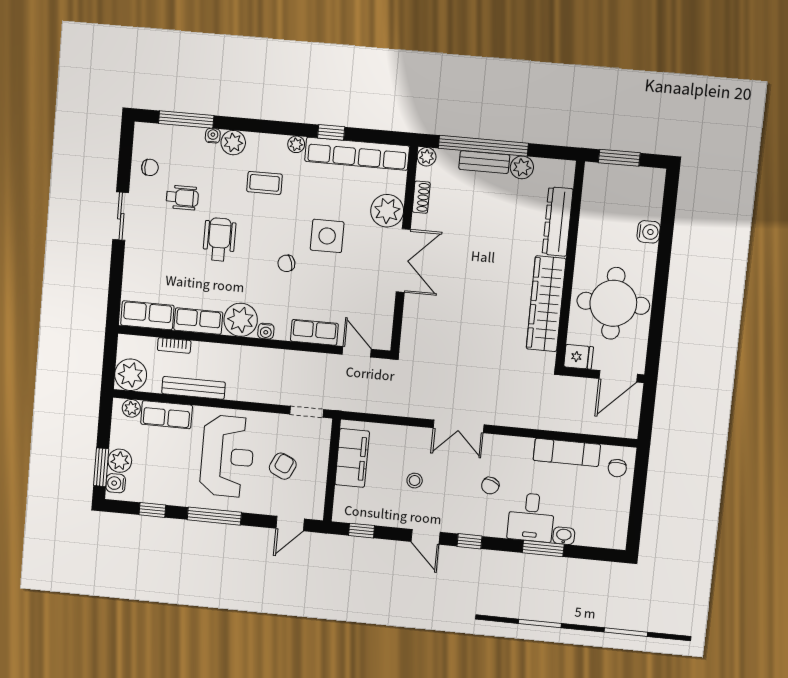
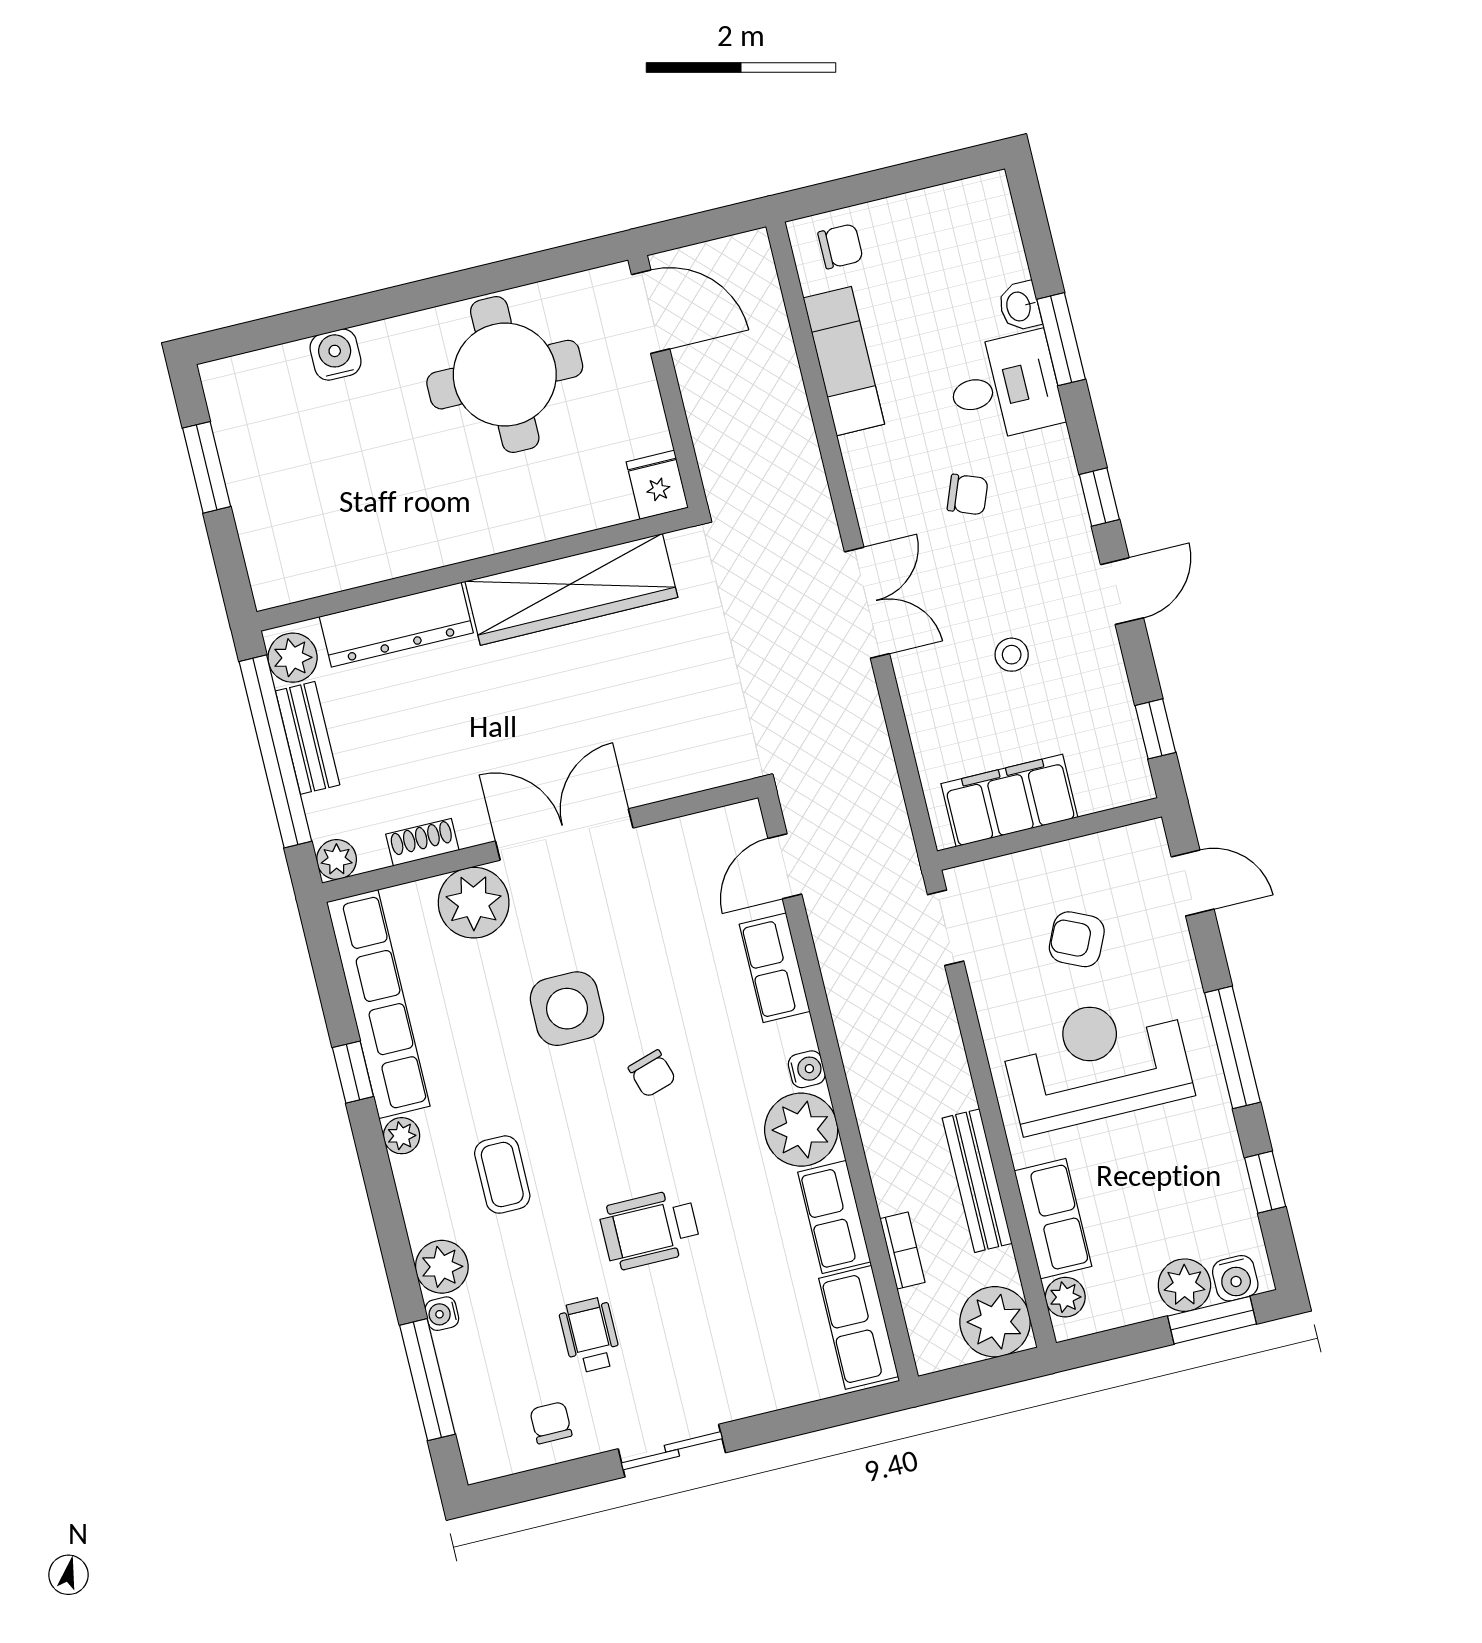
dresser: (558, 222) -> (396, 625), moved
wall: (570, 264) -> (475, 569), moved
wardrobe: (546, 304) -> (571, 589), moved
fridge: (579, 357) -> (657, 485), moved

